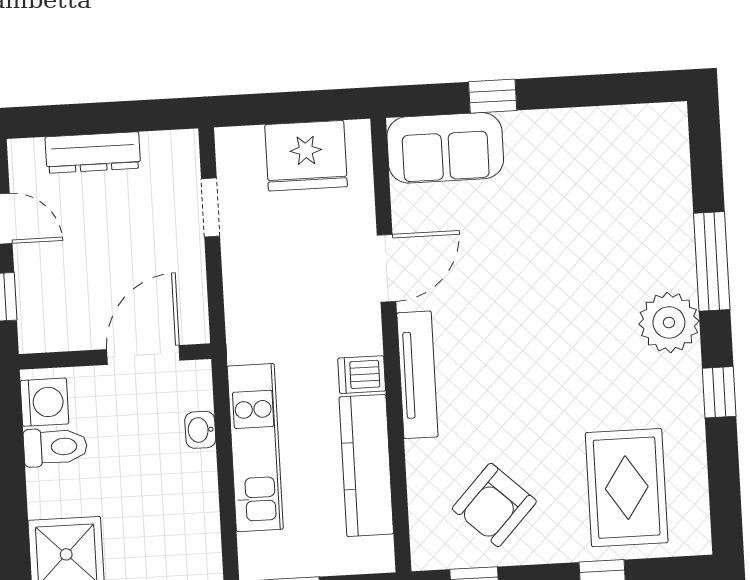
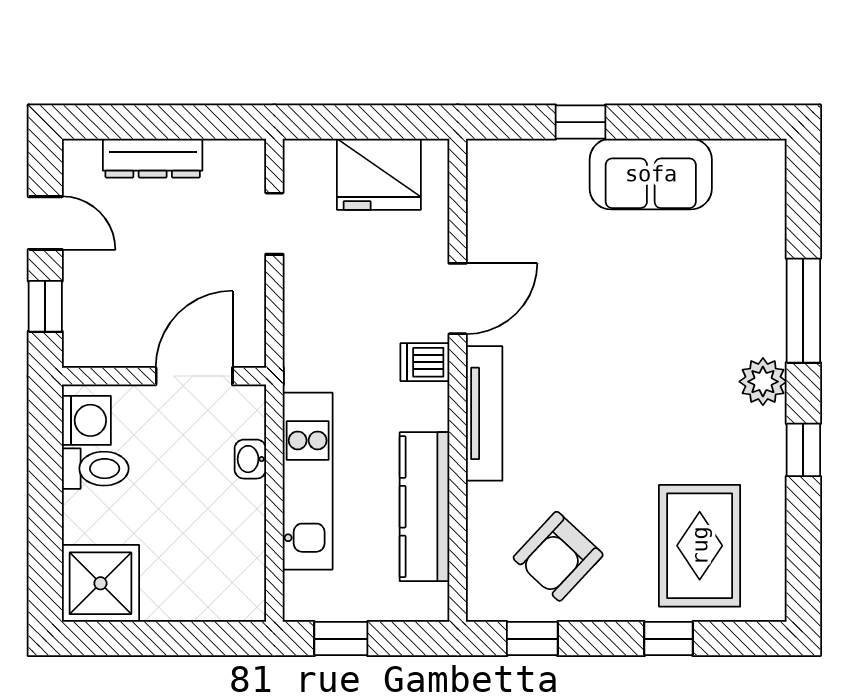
sofa: (445, 148) -> (651, 174), moved
plant: (669, 322) -> (763, 382), width x0.73, depth x0.73
dishwasher: (362, 375) -> (425, 362), moved

